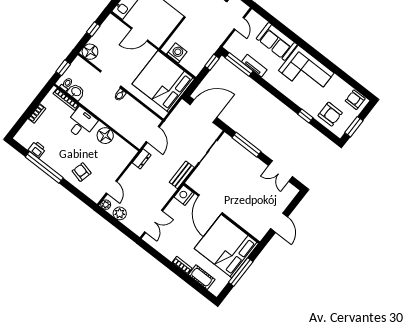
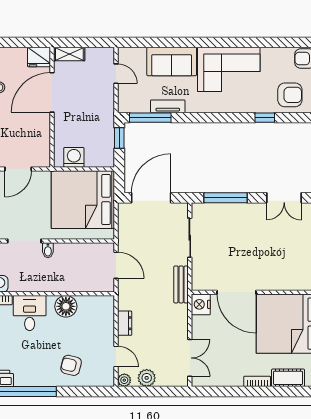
dresser: (142, 159) -> (125, 323), moved

